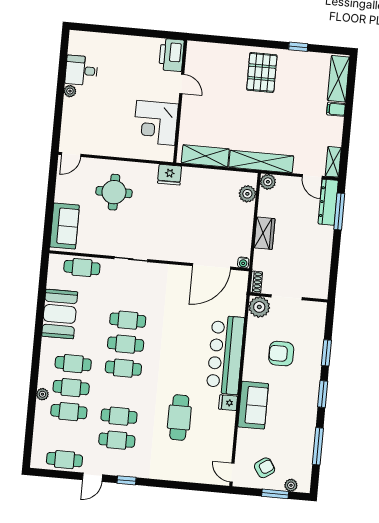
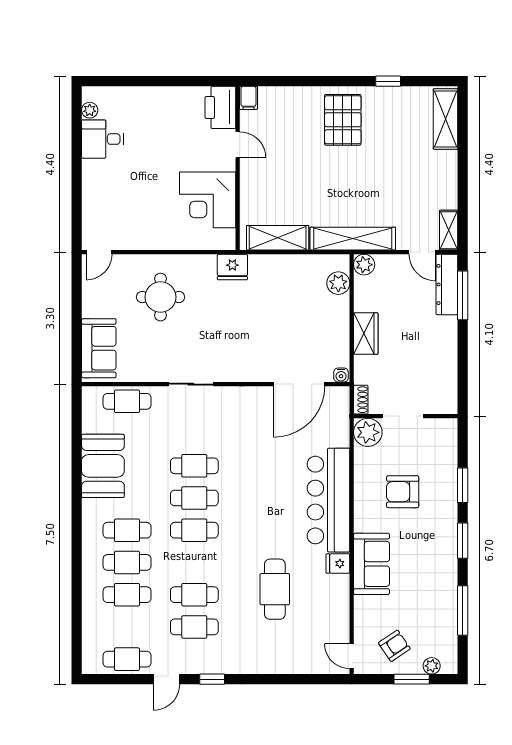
plant: (70, 91) -> (90, 110), moved
filing cabinet: (336, 109) -> (249, 98), moved, turned -90
plant: (42, 394) -> (90, 575), removed

